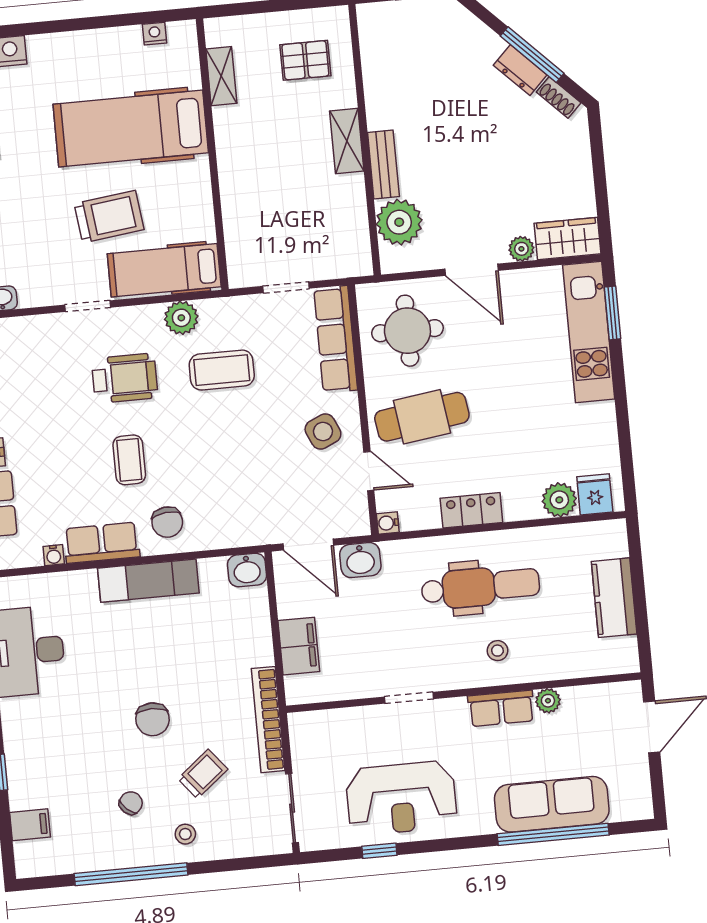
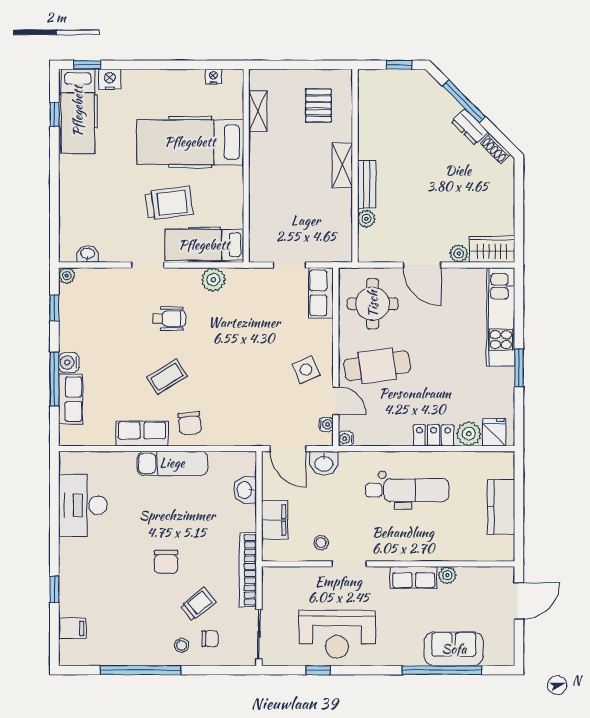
window: (532, 55) -> (464, 101), moved
pallet: (305, 60) -> (318, 106), turned 90
plant: (399, 222) -> (366, 219), width x0.53, depth x0.53
window: (613, 313) -> (519, 368), moved
row of seats: (336, 339) -> (321, 293), width x0.68
coffee table: (222, 370) -> (238, 319), removed
wheelchair: (125, 378) -> (169, 319), width x0.73, depth x0.73
coffee table: (129, 460) -> (167, 377), turned 58
locker: (471, 510) -> (434, 435), moved
water cooler: (54, 555) -> (326, 424), moved, turned -90
washbasin: (247, 570) -> (245, 490), moved, turned 90
stool: (497, 651) -> (321, 543), moved
chair: (131, 803) -> (210, 639), moved, turned 48
sofa: (552, 804) -> (454, 649), width x0.73

